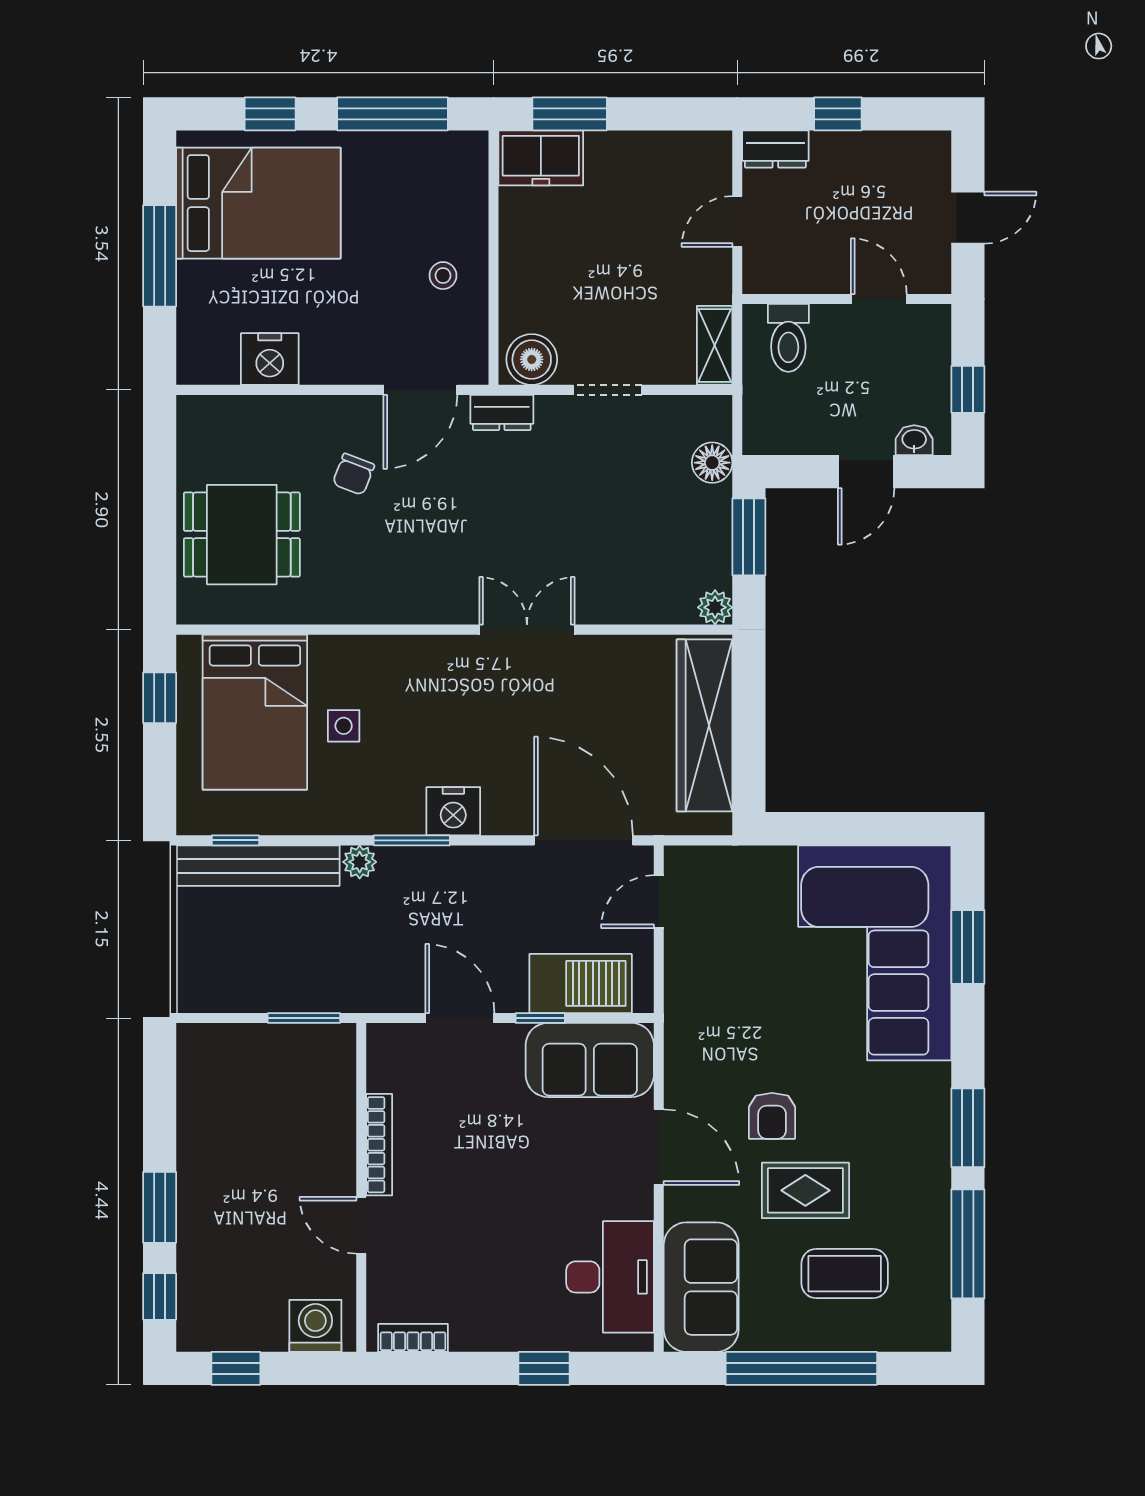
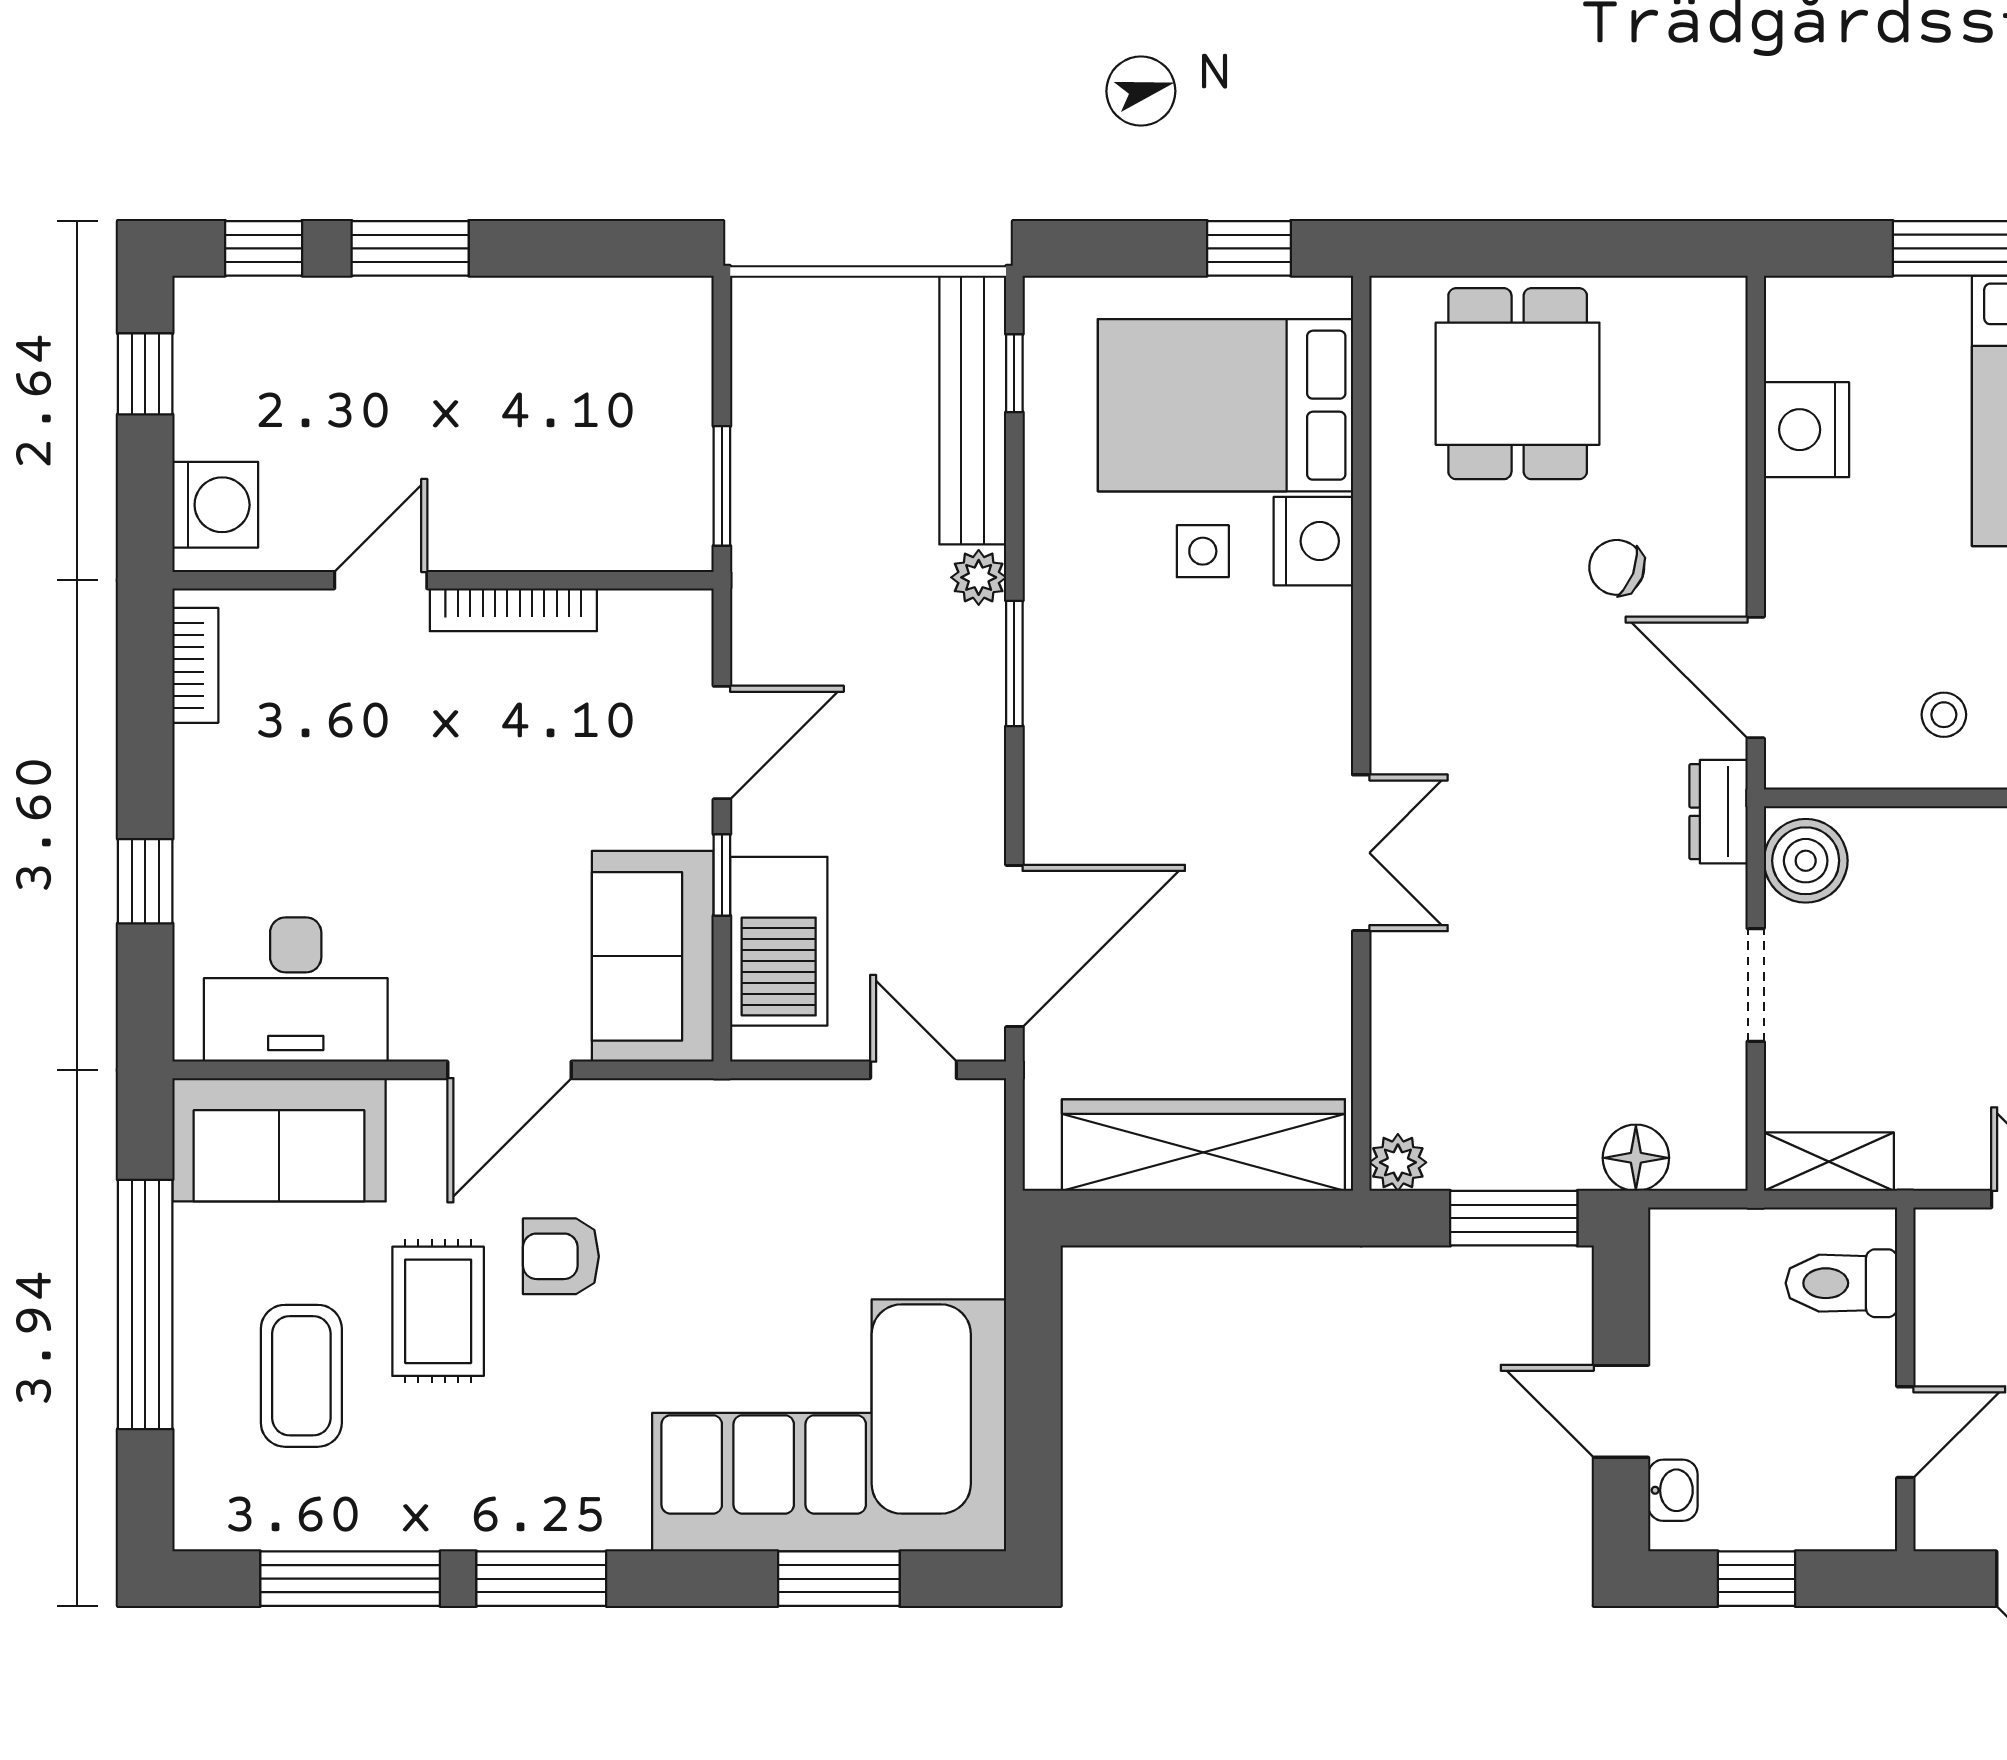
nightstand: (453, 811) -> (1313, 541), moved, turned 180

